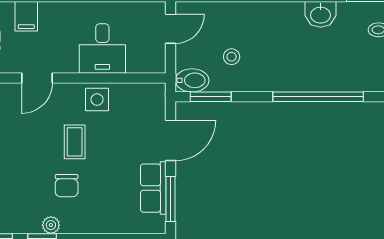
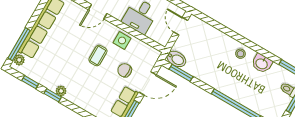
door: (171, 29) -> (181, 26), swing flipped
stool: (232, 57) -> (241, 54), moved
chair: (67, 186) -> (125, 70), moved, turned 90

